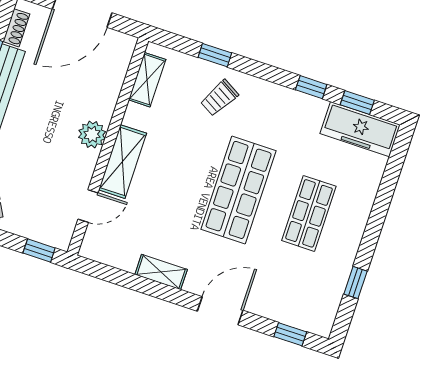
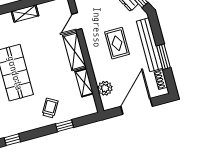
shelving: (147, 80) -> (84, 83), moved
rug: (47, 130) -> (117, 43), added
plant: (92, 135) -> (105, 88), moved

